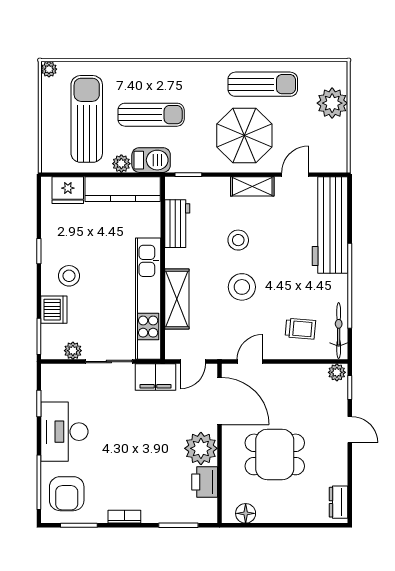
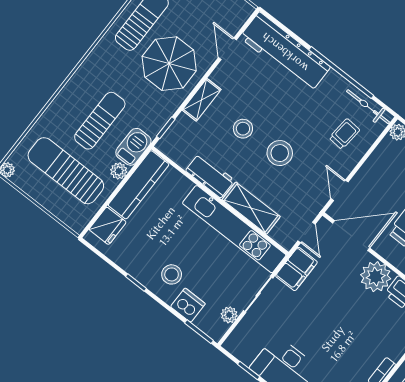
shelving: (252, 186) -> (202, 100), moved
workbench: (177, 224) -> (210, 176), moved

